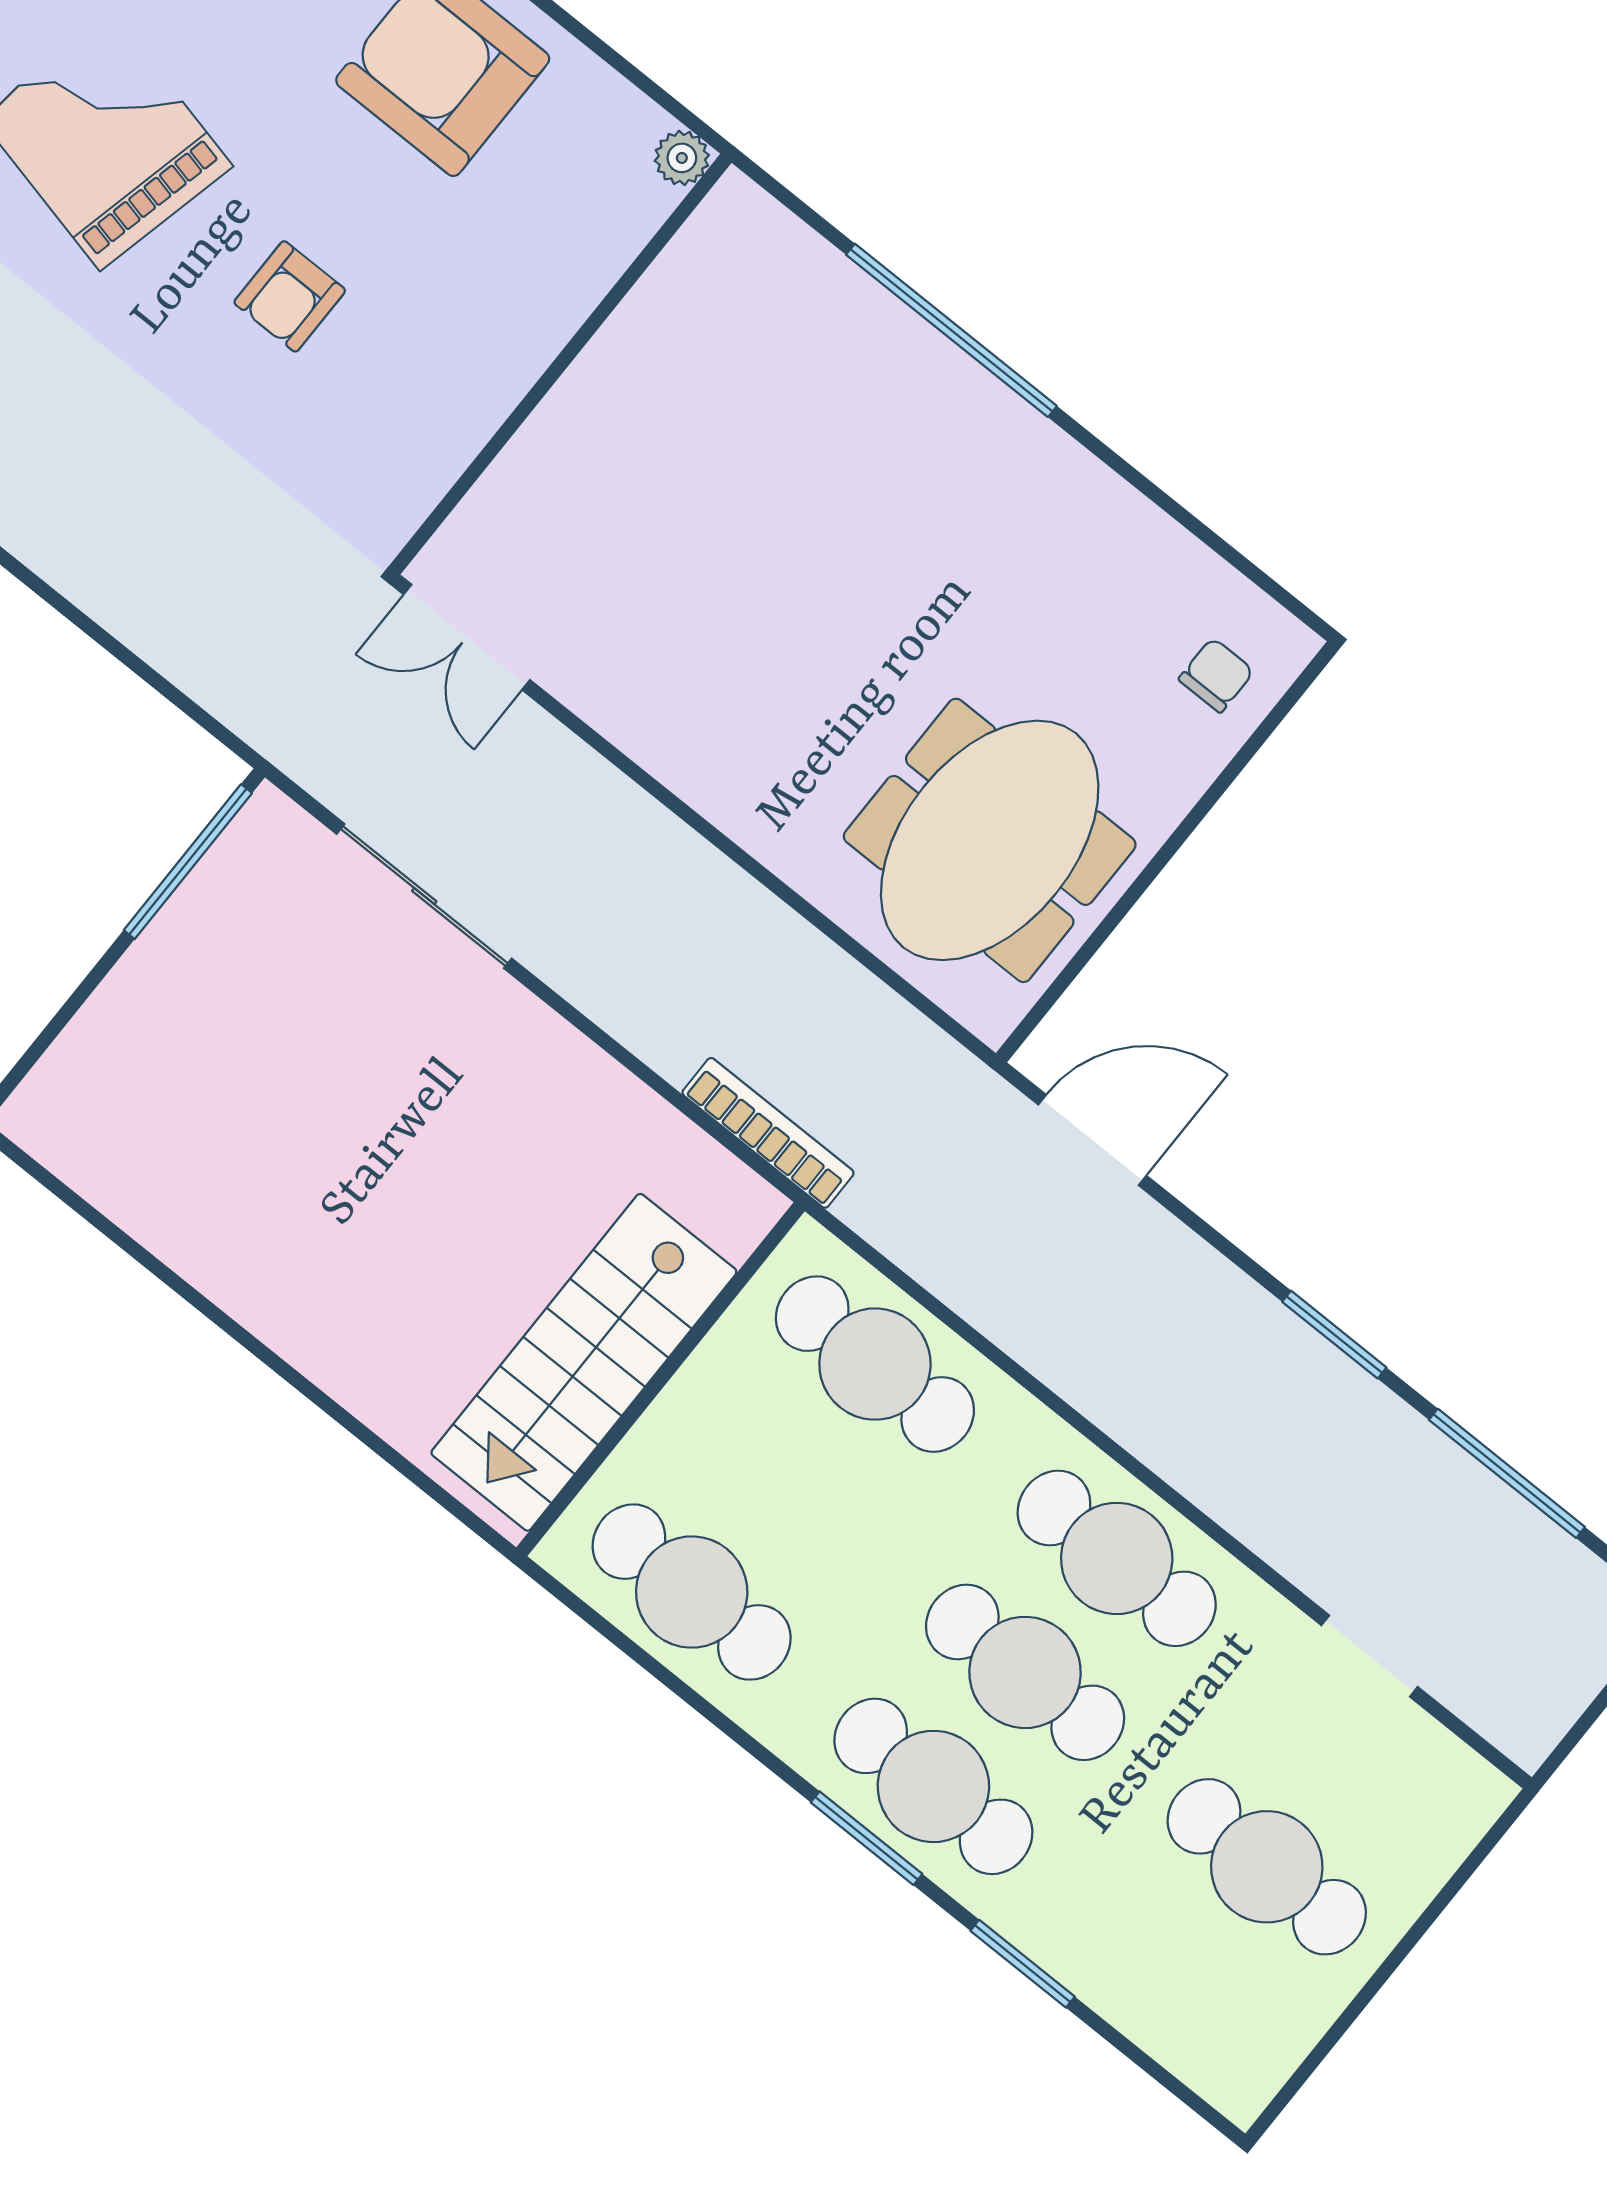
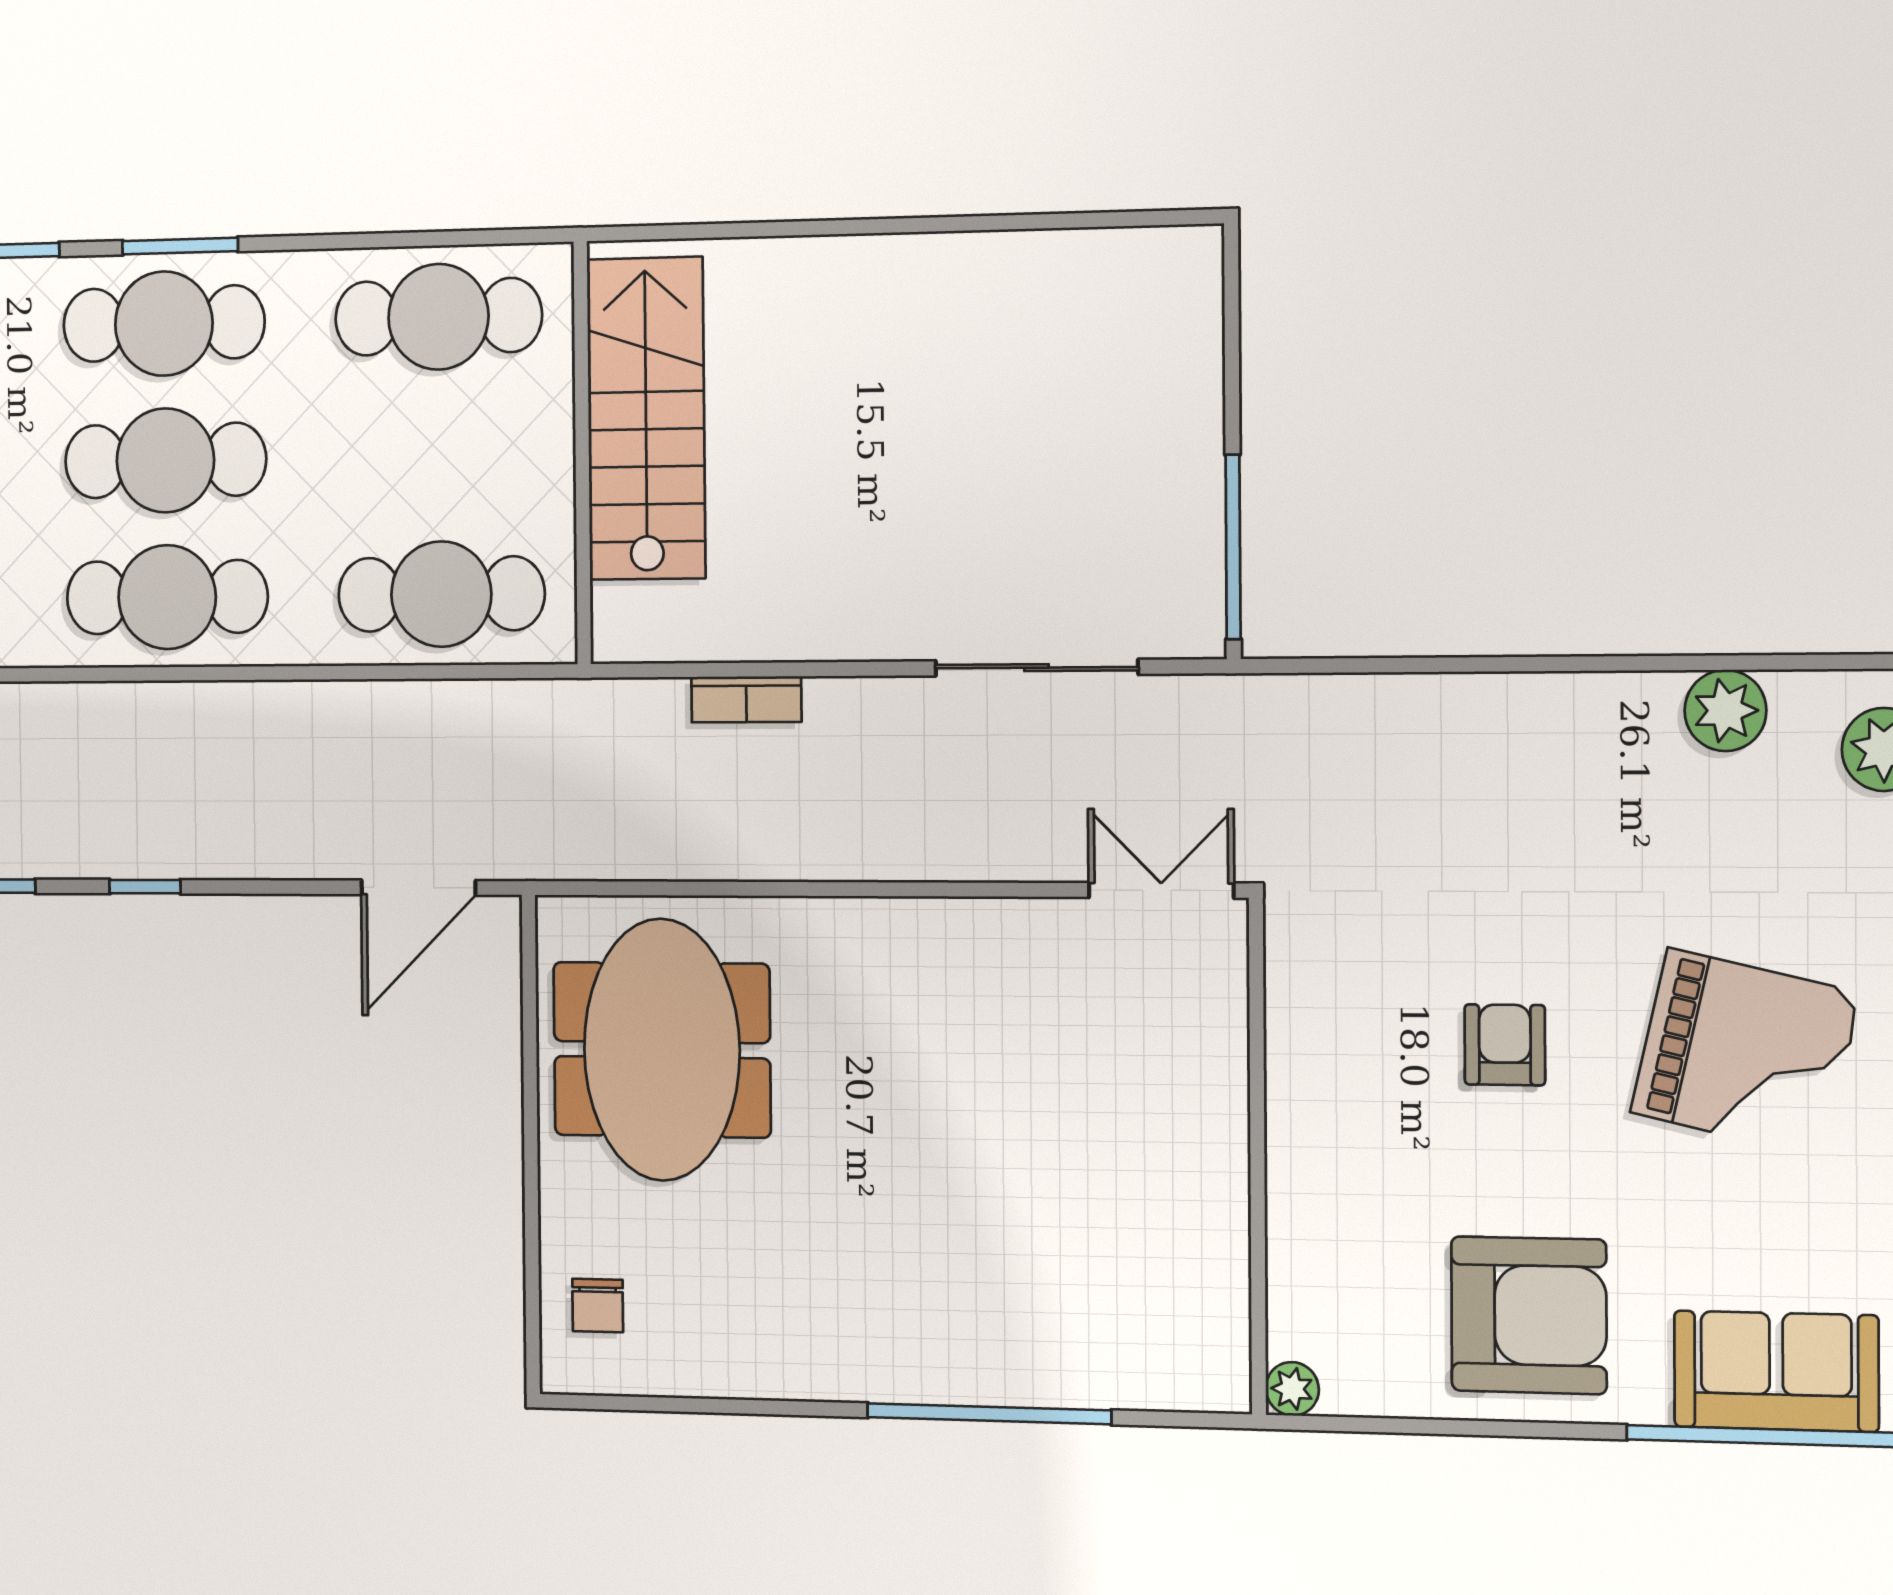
bookcase: (768, 1133) -> (746, 699), moved, width x0.64
window: (1334, 1335) -> (145, 887), width x0.67

